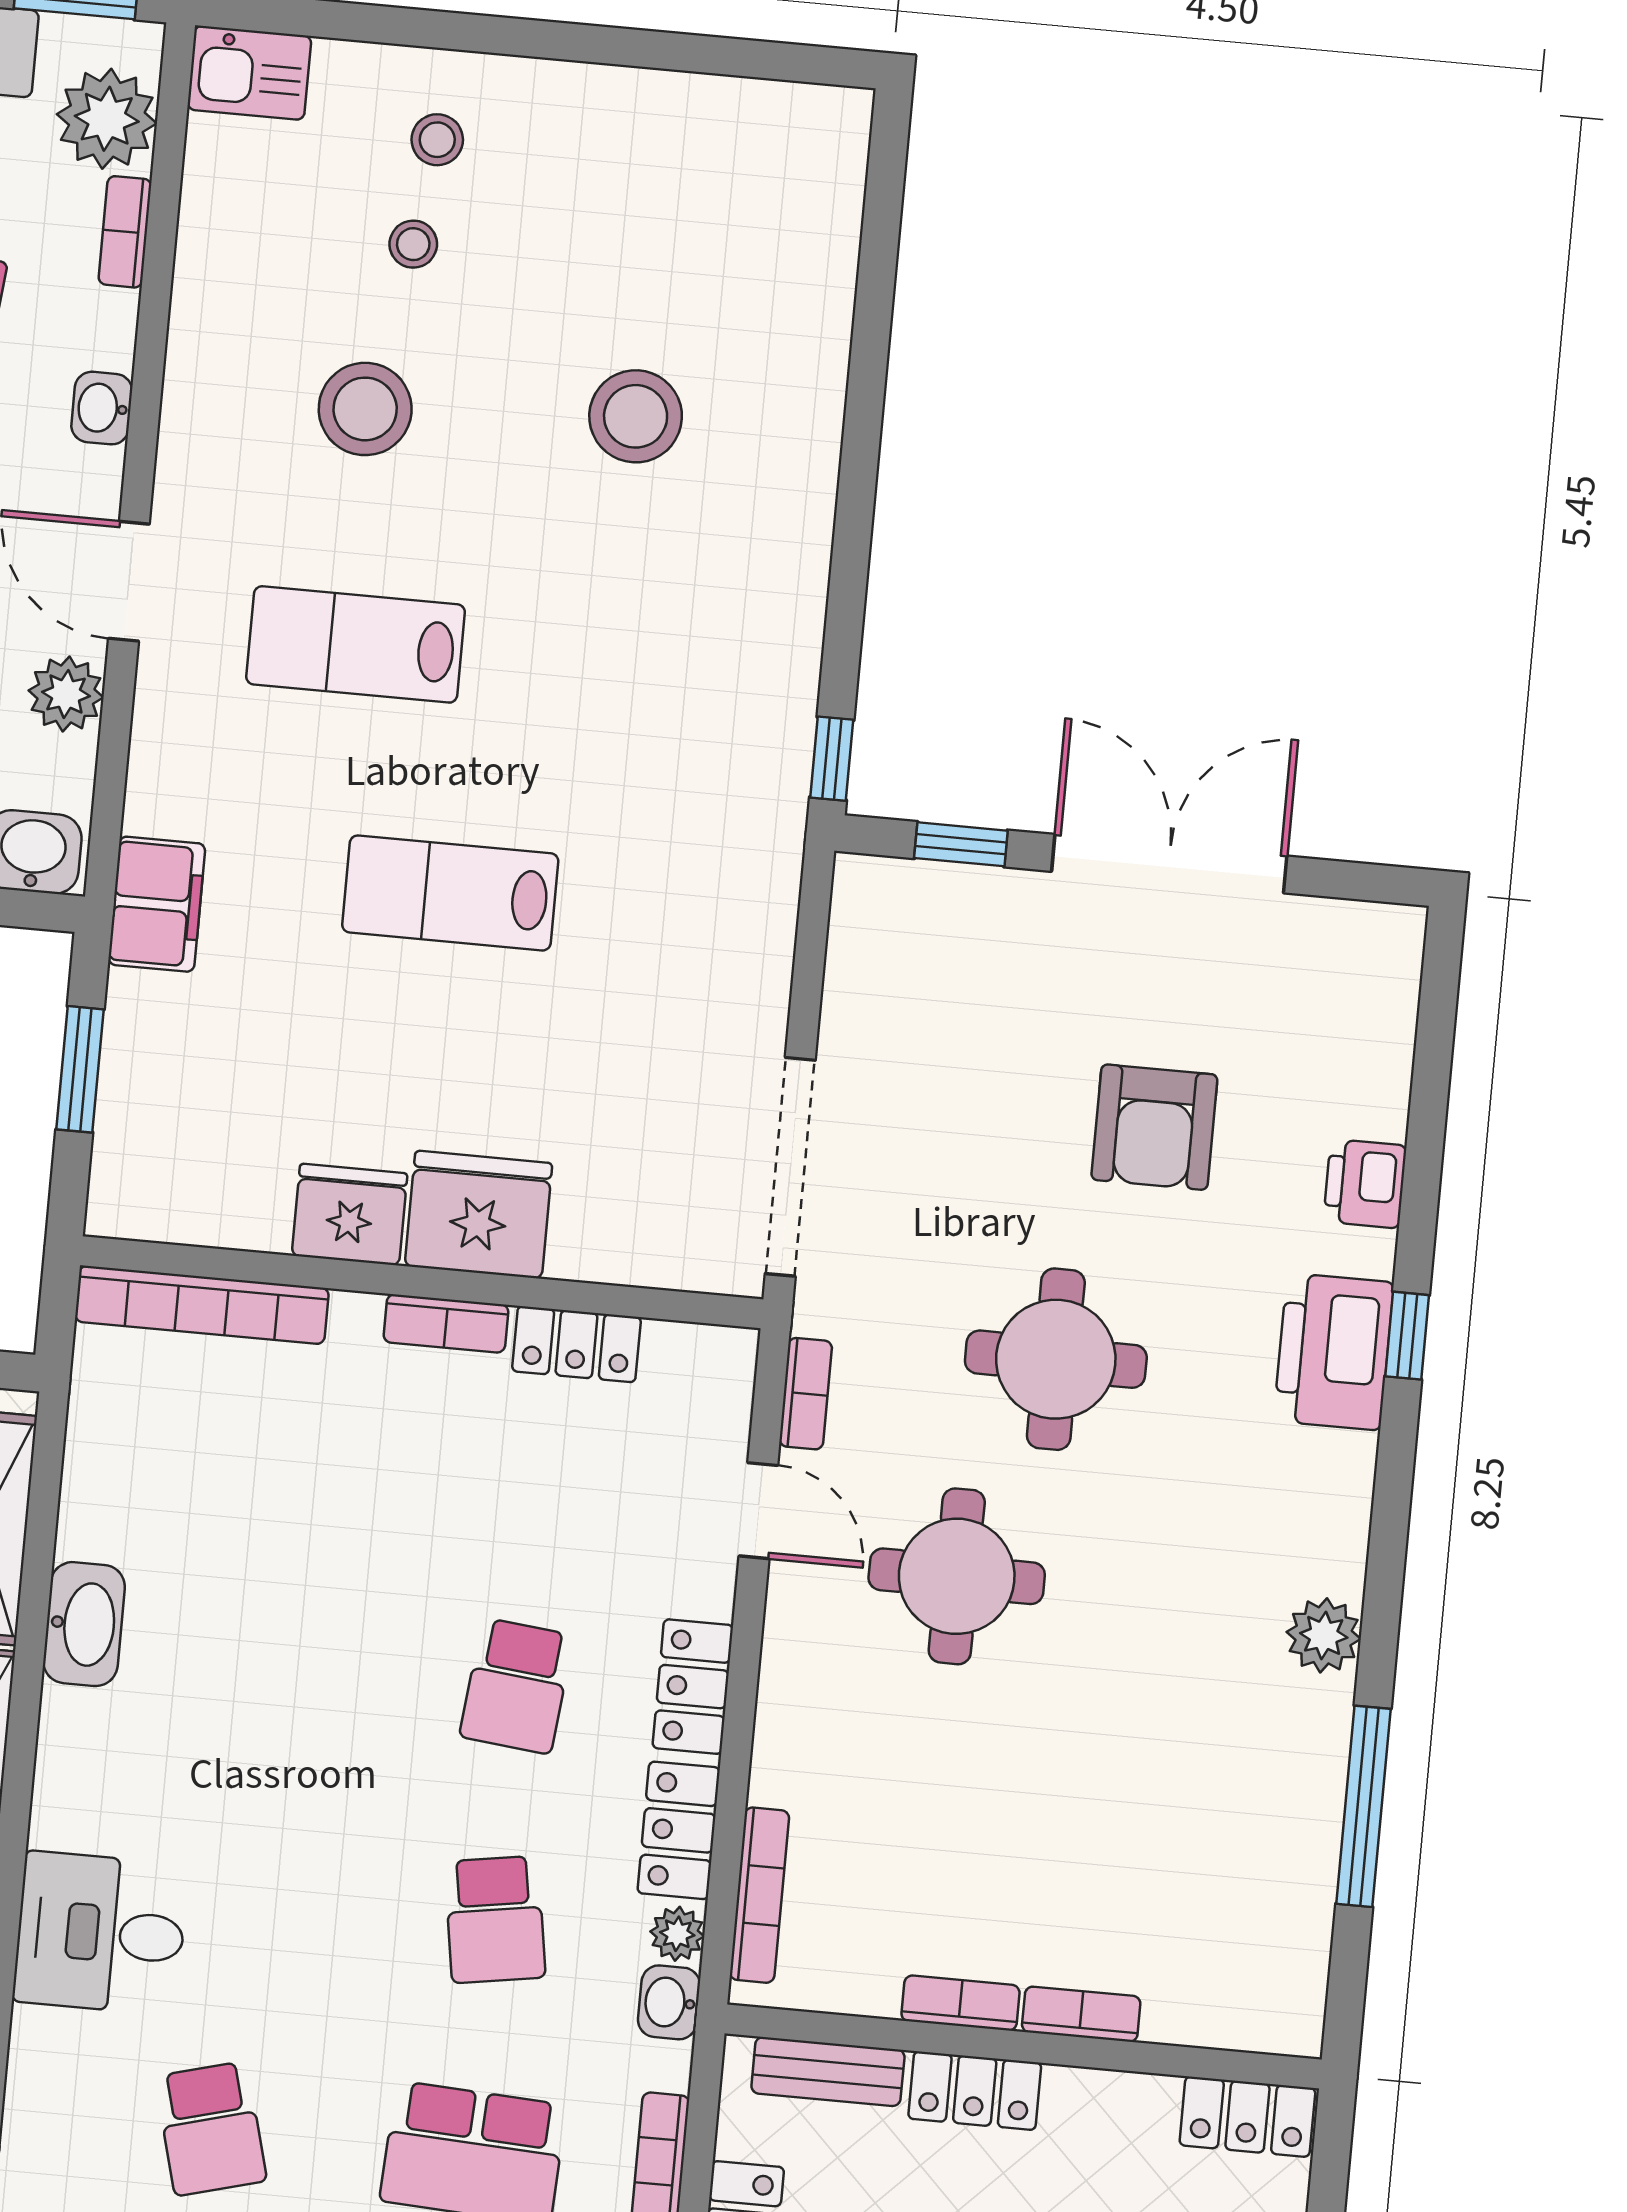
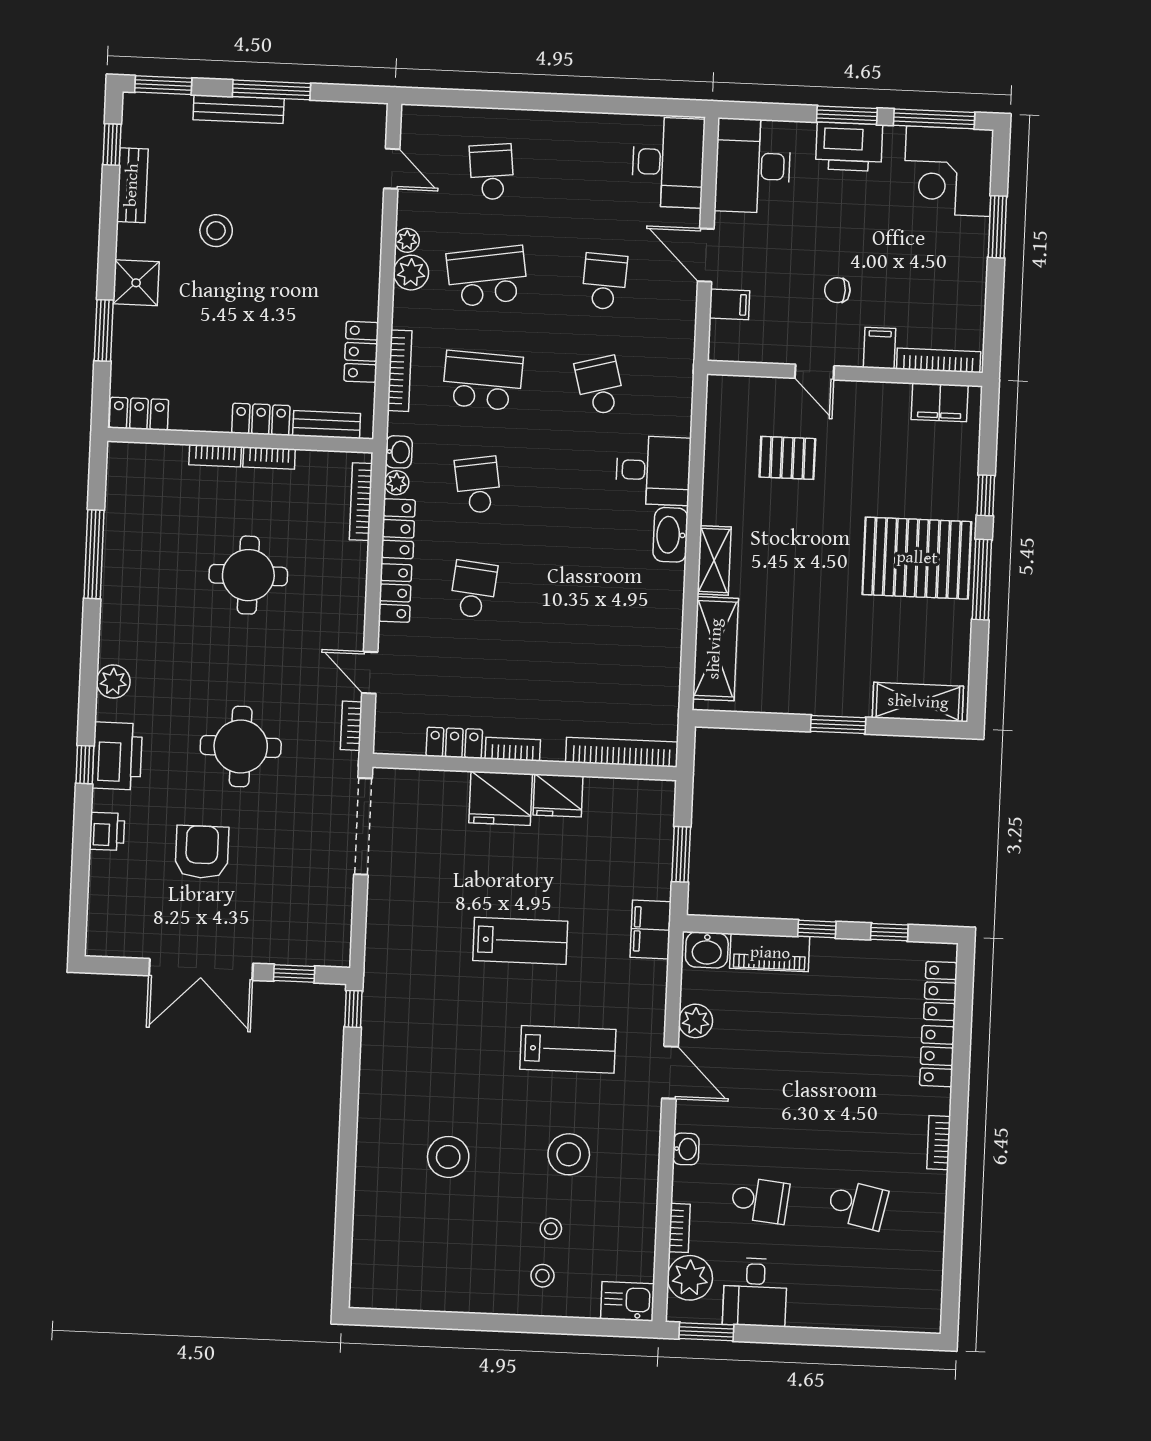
round table: (957, 1576) -> (248, 575), moved
washbasin: (84, 1624) -> (670, 535), moved
plant: (1324, 1635) -> (113, 682), moved

